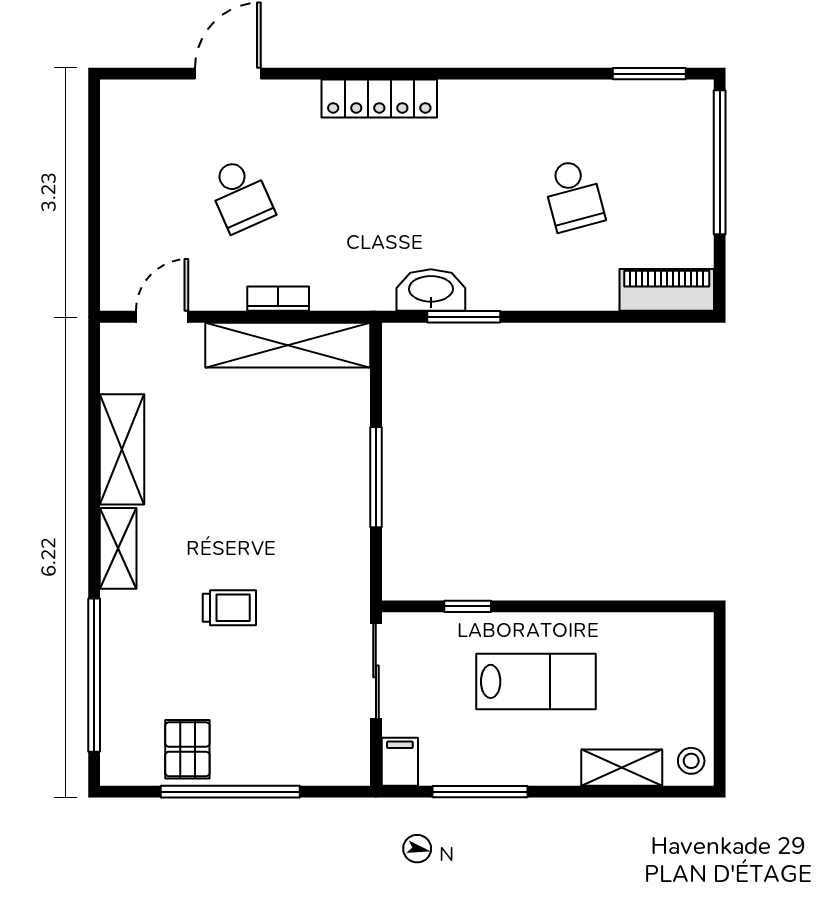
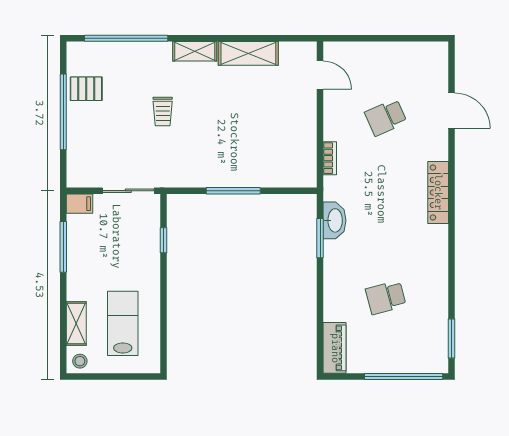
bookcase: (278, 299) -> (330, 158), moved
shelving: (288, 345) -> (305, 143), removed
lab bench: (536, 681) -> (123, 323), moved, turned 180

